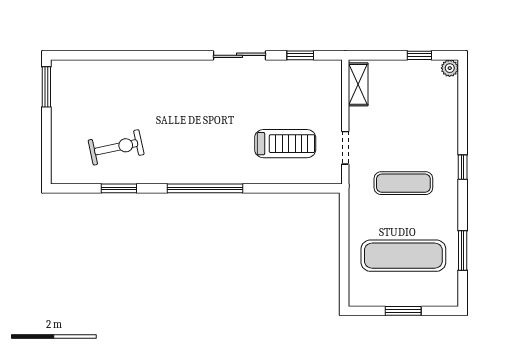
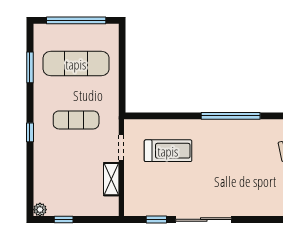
sliding door: (239, 55) -> (204, 219), width x1.37
shelving: (358, 84) -> (111, 179), moved
treadmill: (285, 144) -> (168, 151), turned 180
window: (403, 311) -> (76, 20), width x2.11

